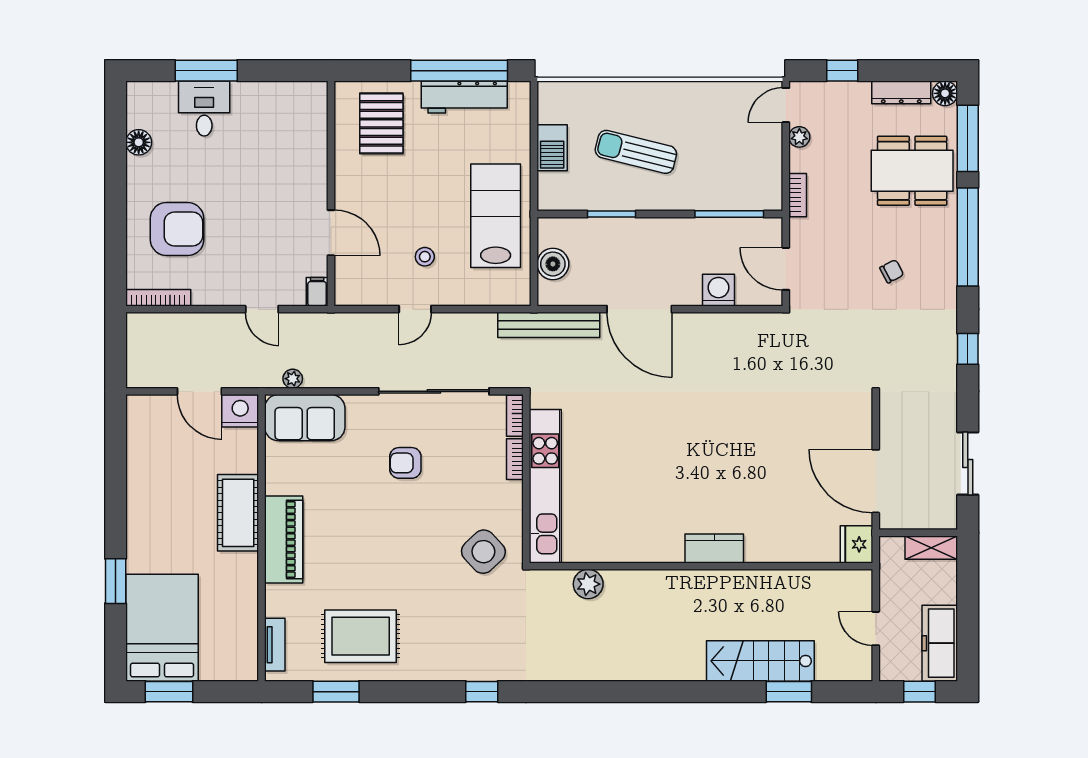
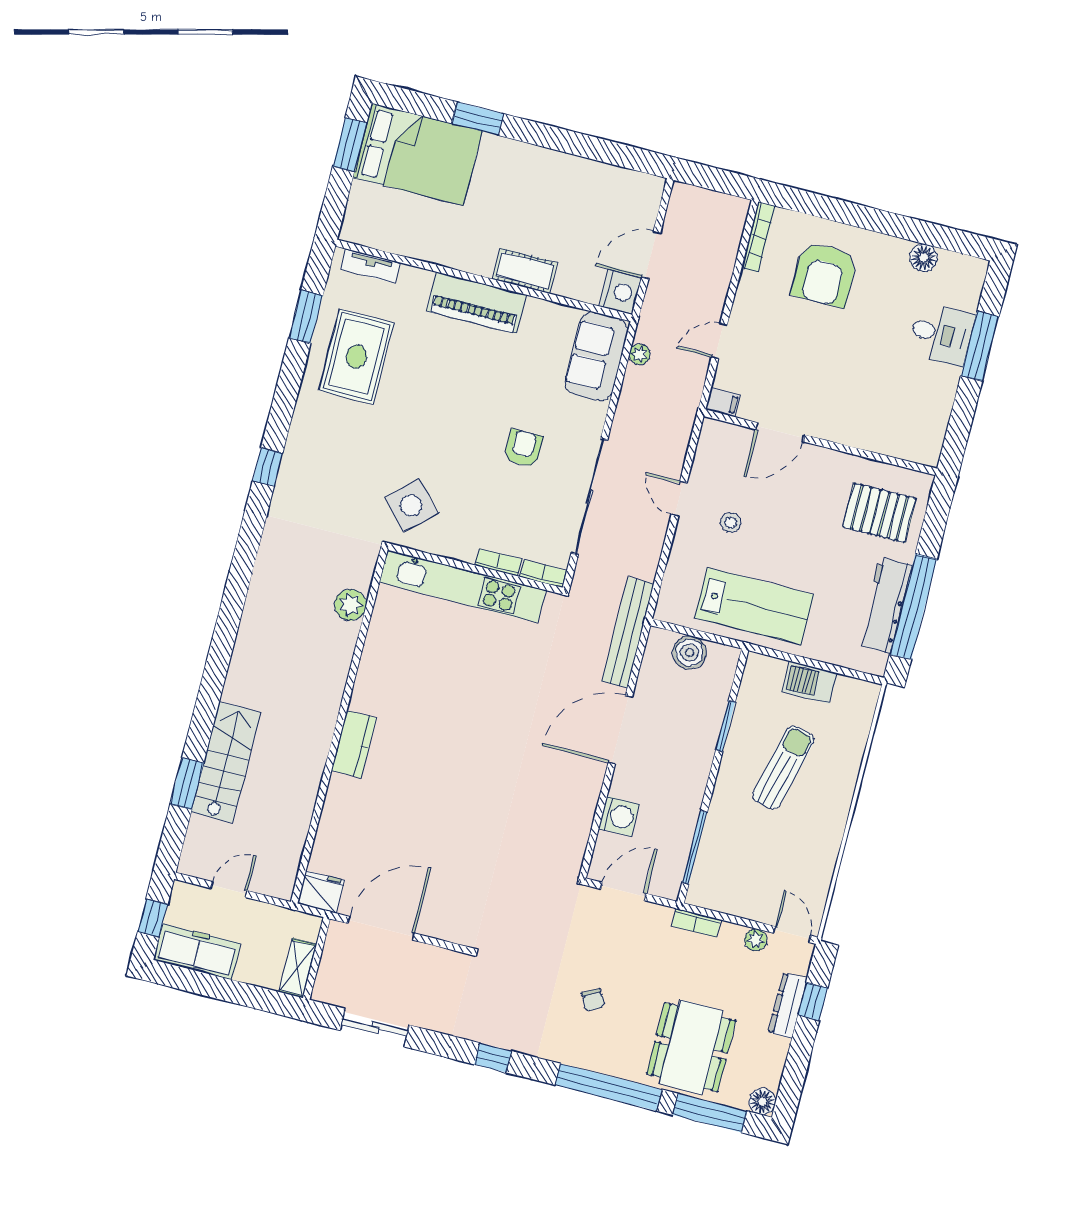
dresser: (901, 92) -> (788, 1005), moved
cot: (238, 513) -> (525, 271), width x0.73, depth x0.75

